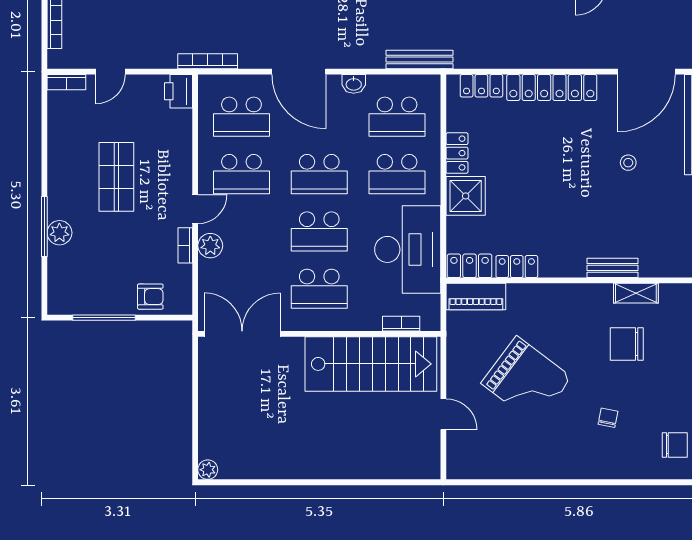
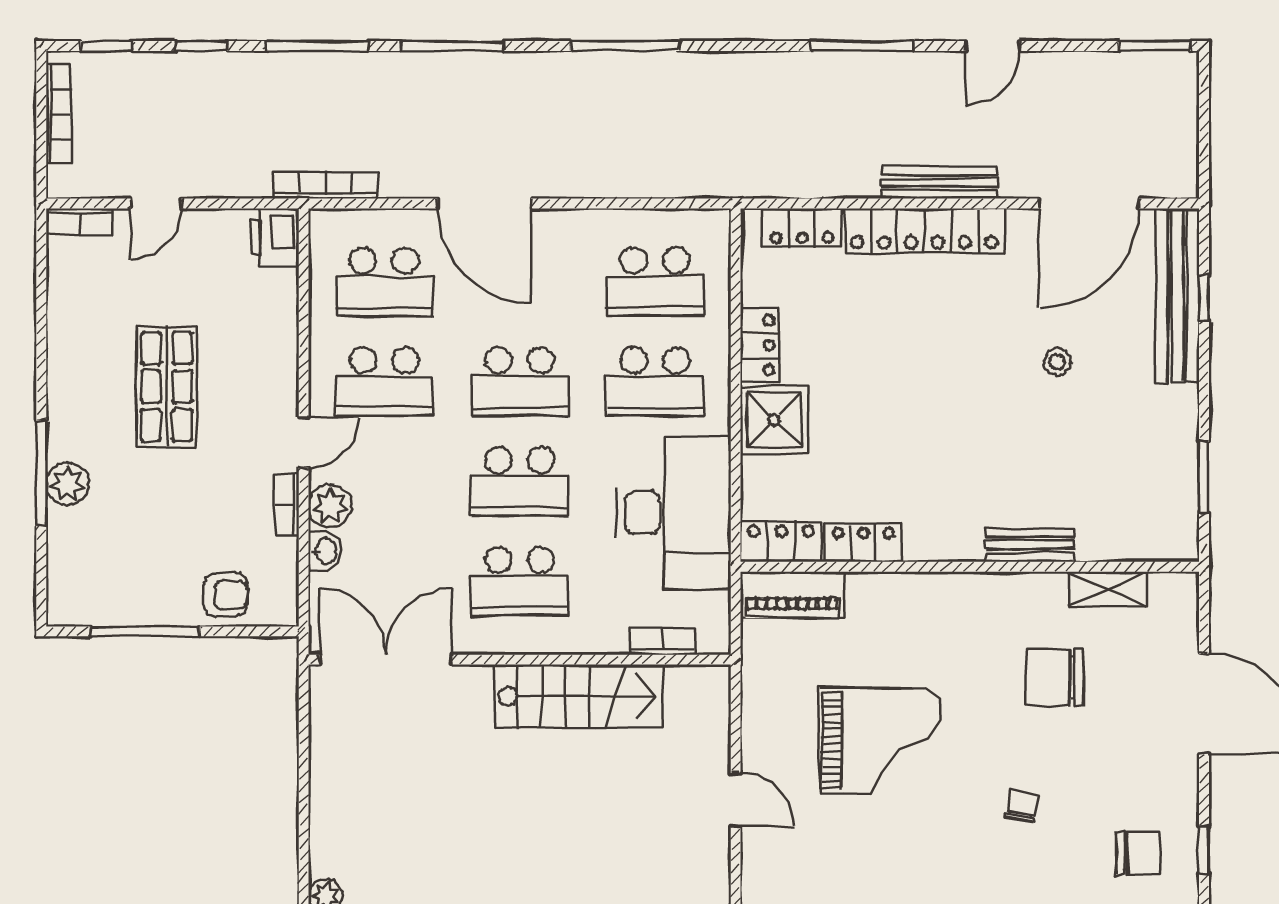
bench: (420, 60) -> (940, 182), moved
washbasin: (354, 84) -> (325, 551), moved, turned -90
shelving: (636, 293) -> (1108, 589), moved
stairs: (371, 364) -> (579, 696), width x0.73, depth x0.66
grand piano: (526, 380) -> (880, 741), turned -37

